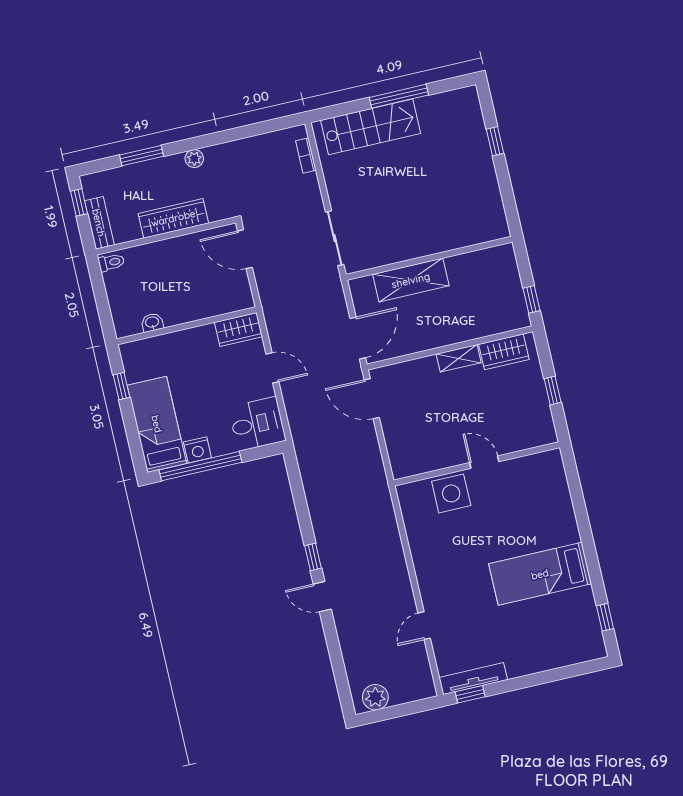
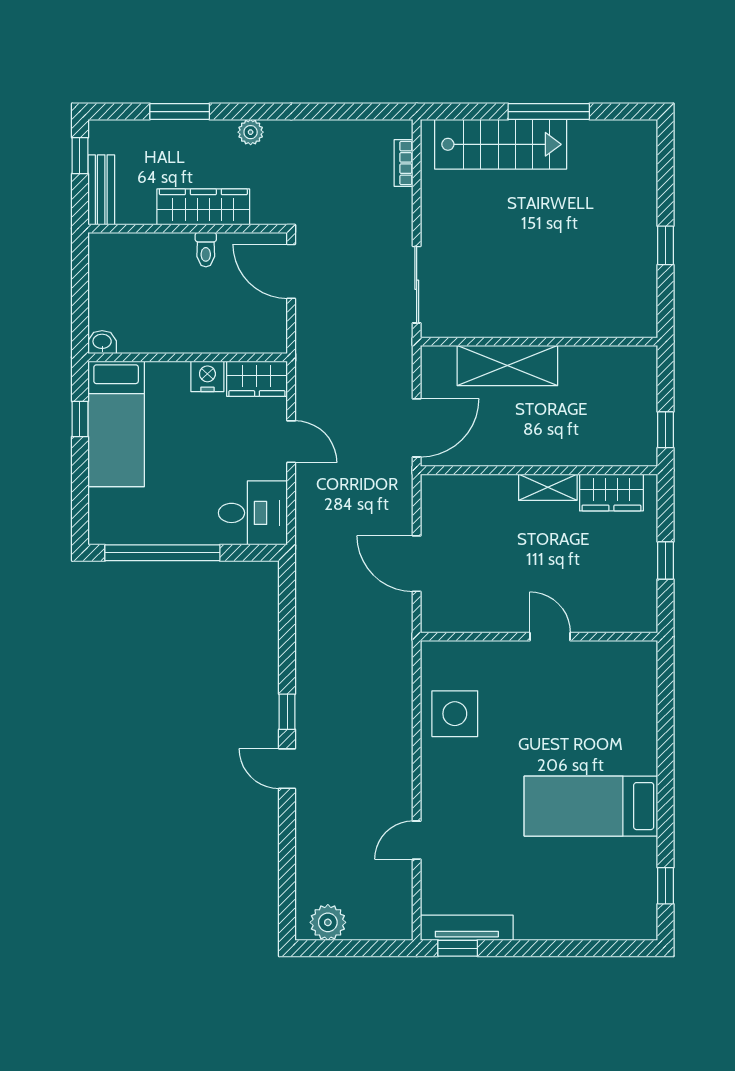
window: (495, 141) -> (666, 245), moved
toilet: (111, 262) -> (206, 250), moved, turned 90
washbasin: (152, 322) -> (102, 342), moved
door: (372, 399) -> (417, 564), moved
bed: (157, 424) -> (116, 424), moved, turned 180
nightstand: (197, 450) -> (207, 376), moved, turned 180
side table: (451, 493) -> (455, 714), moved

